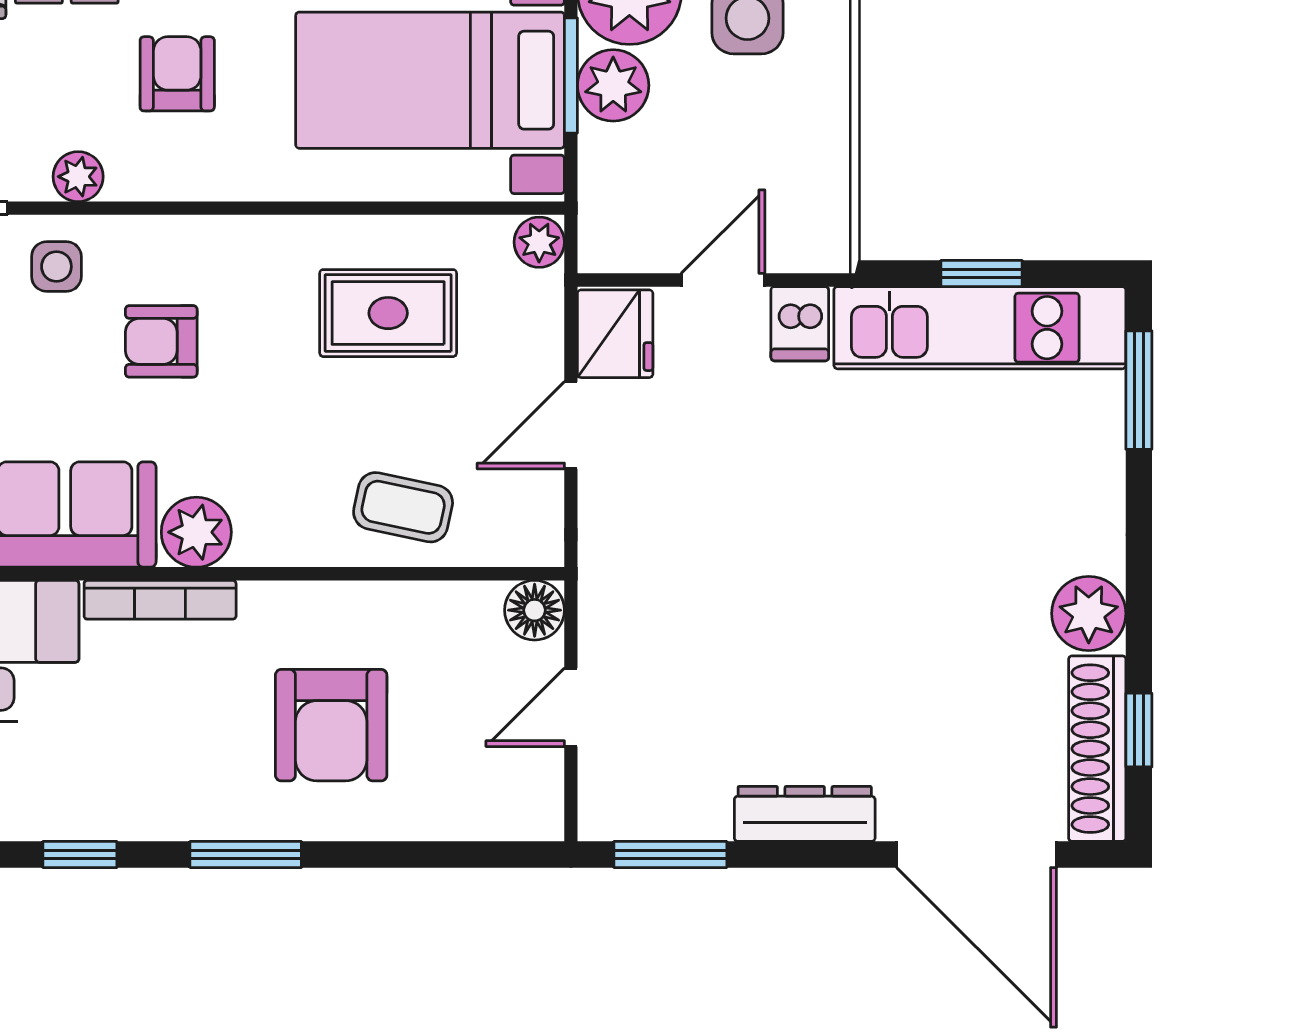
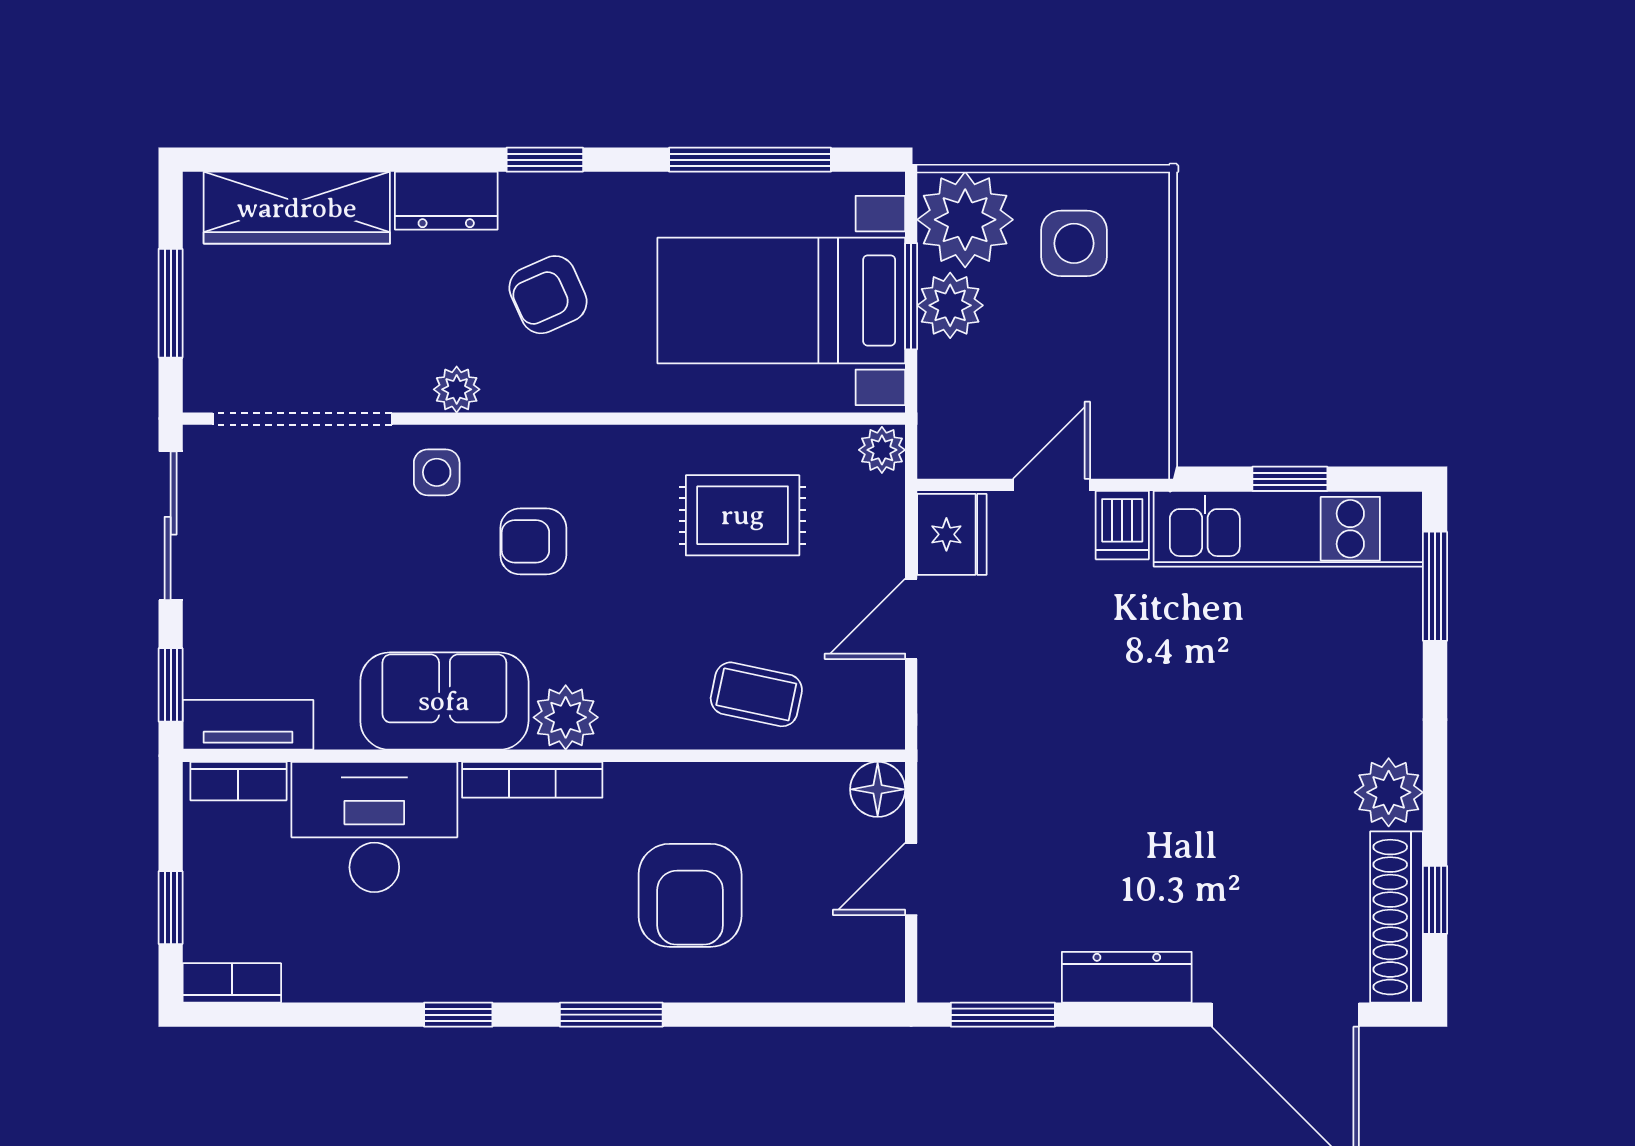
armchair: (177, 74) -> (548, 295), turned -114

